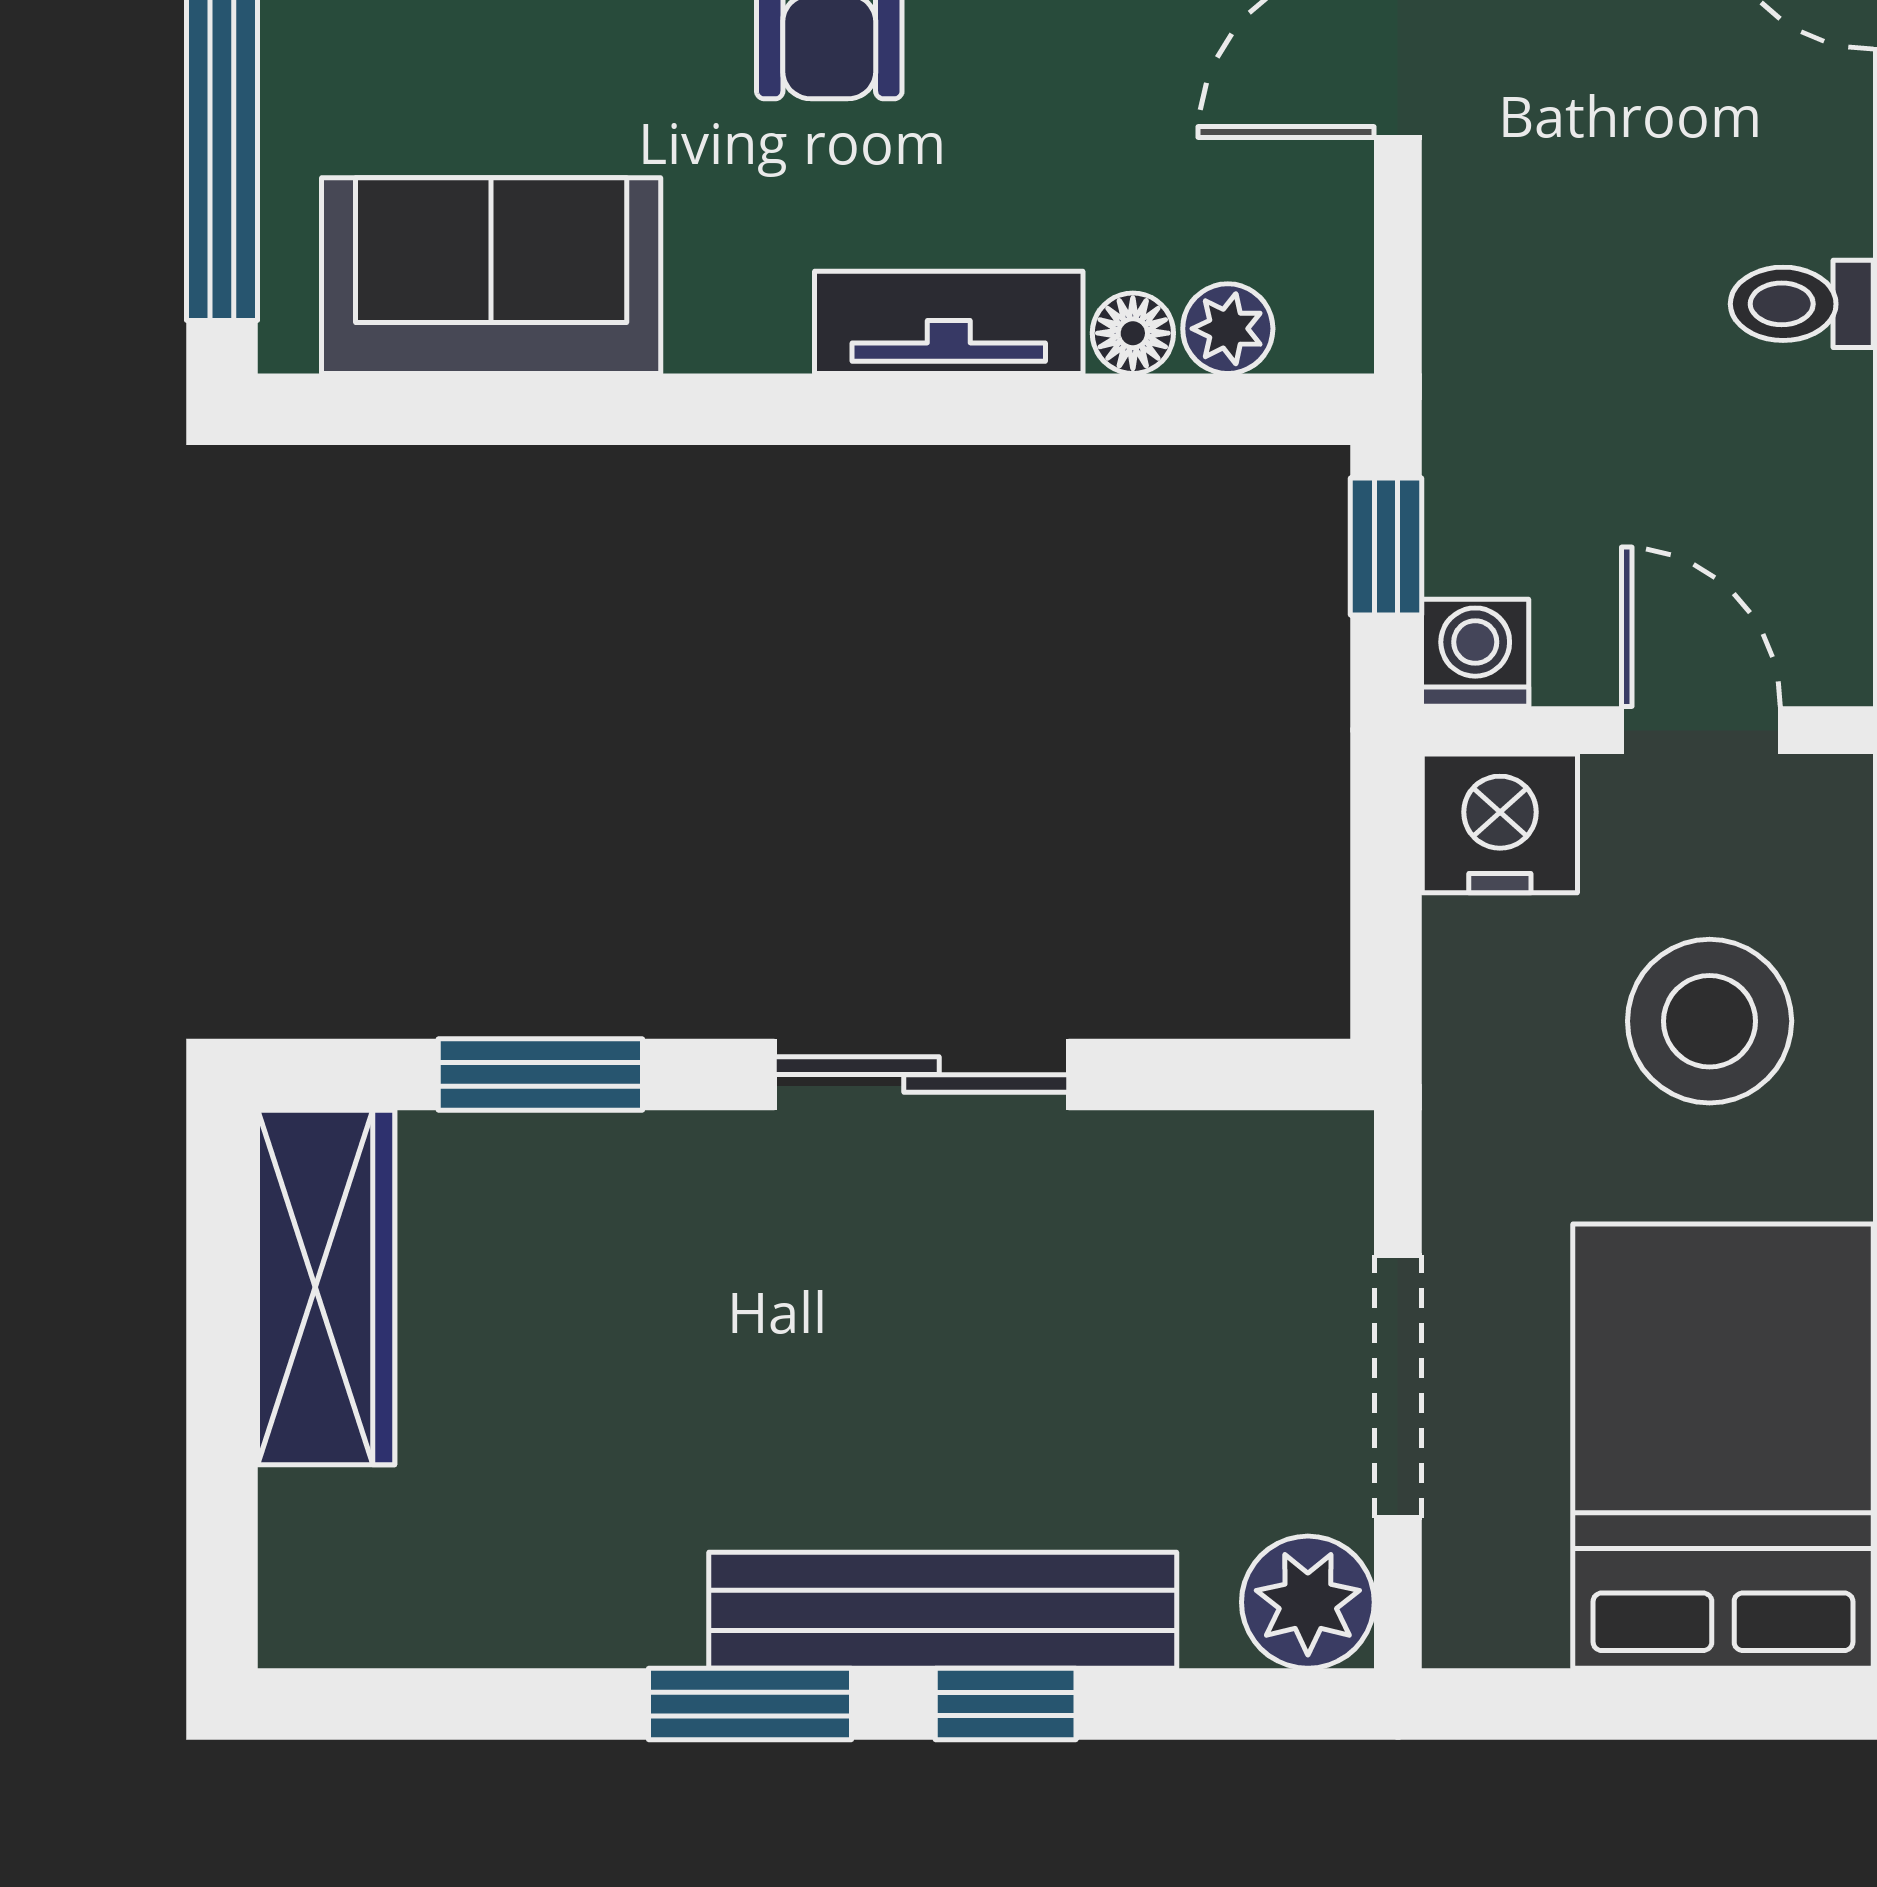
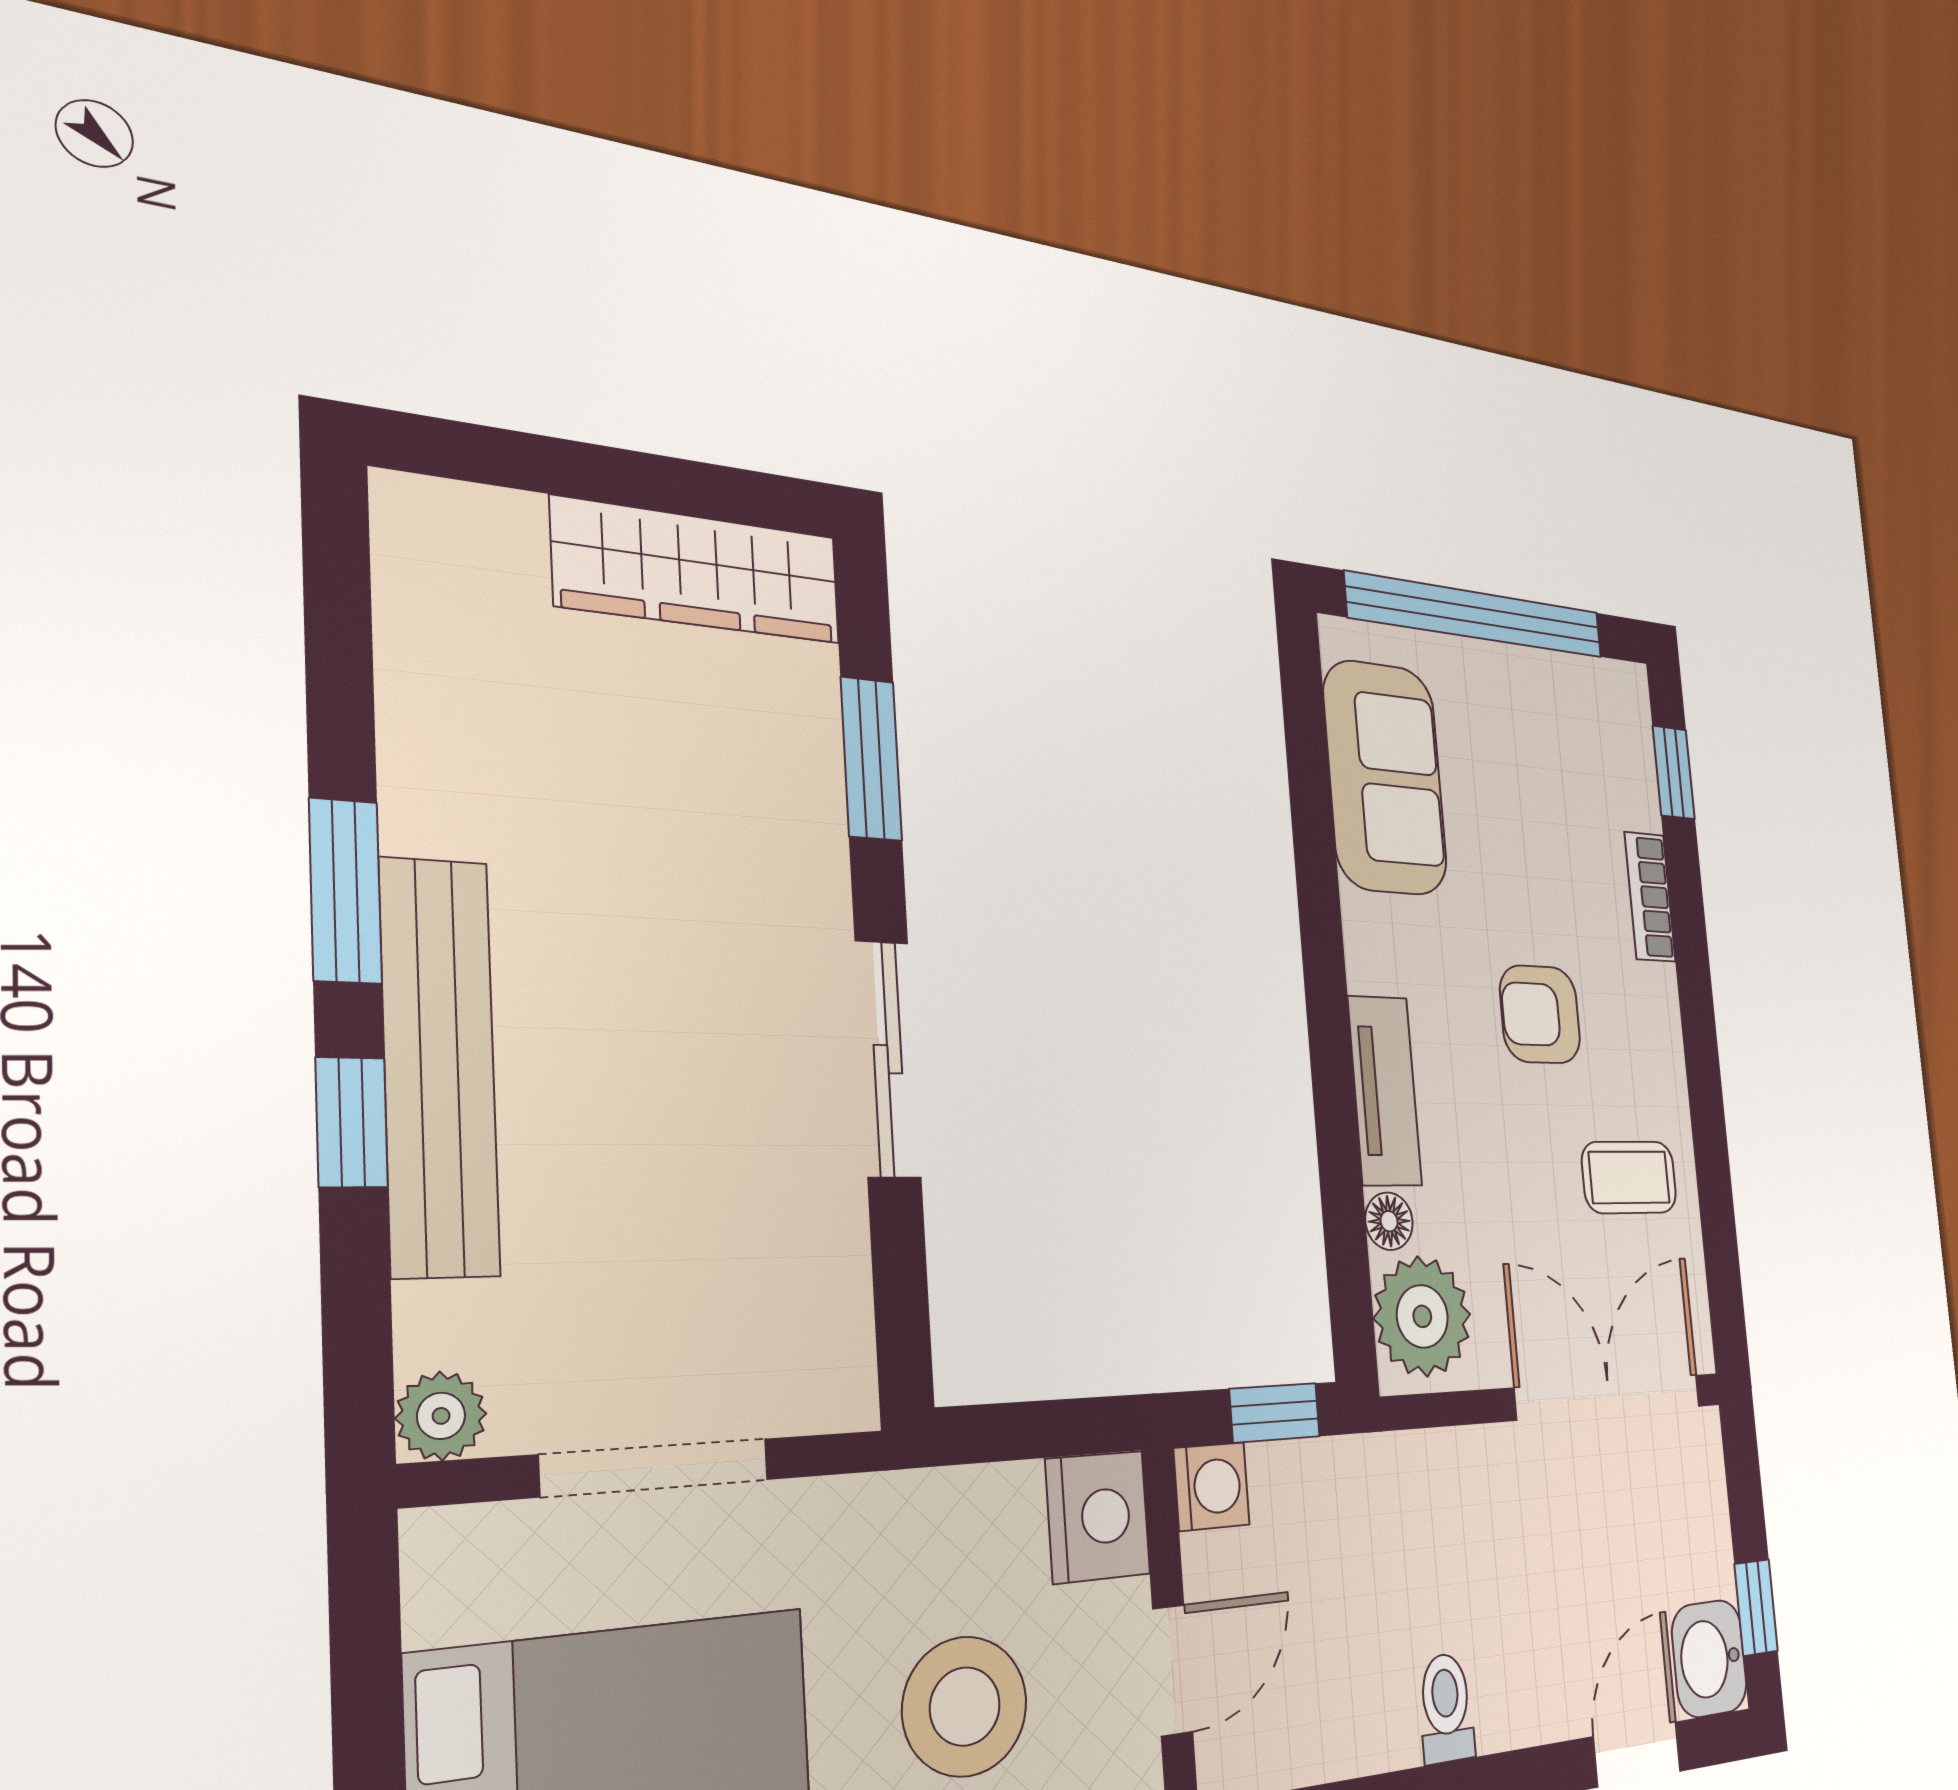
plant: (1228, 329) -> (1422, 1316), width x1.88, depth x1.88
plant: (1308, 1602) -> (441, 1416), width x0.73, depth x0.73

